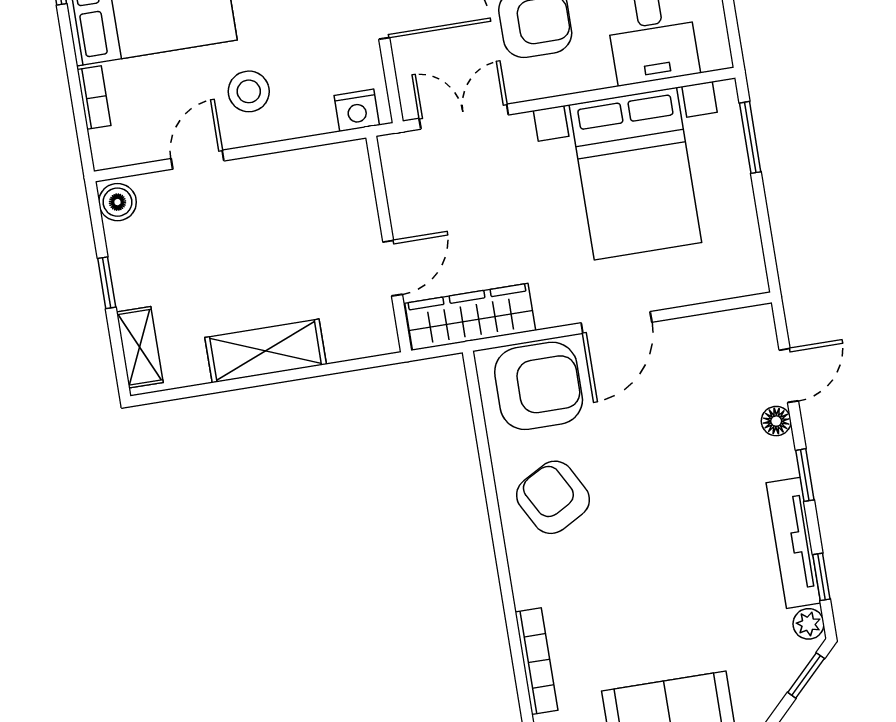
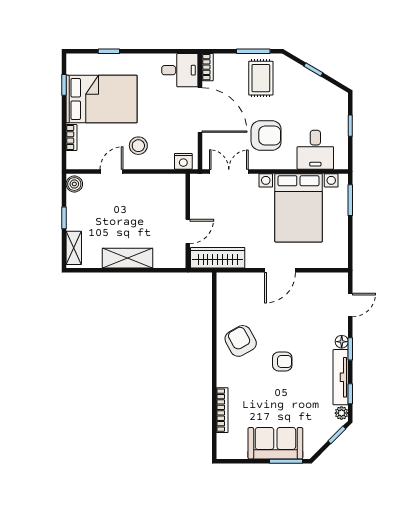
armchair: (539, 386) -> (282, 362), moved, width x0.53, depth x0.53
floor lamp: (776, 421) -> (342, 342), moved

